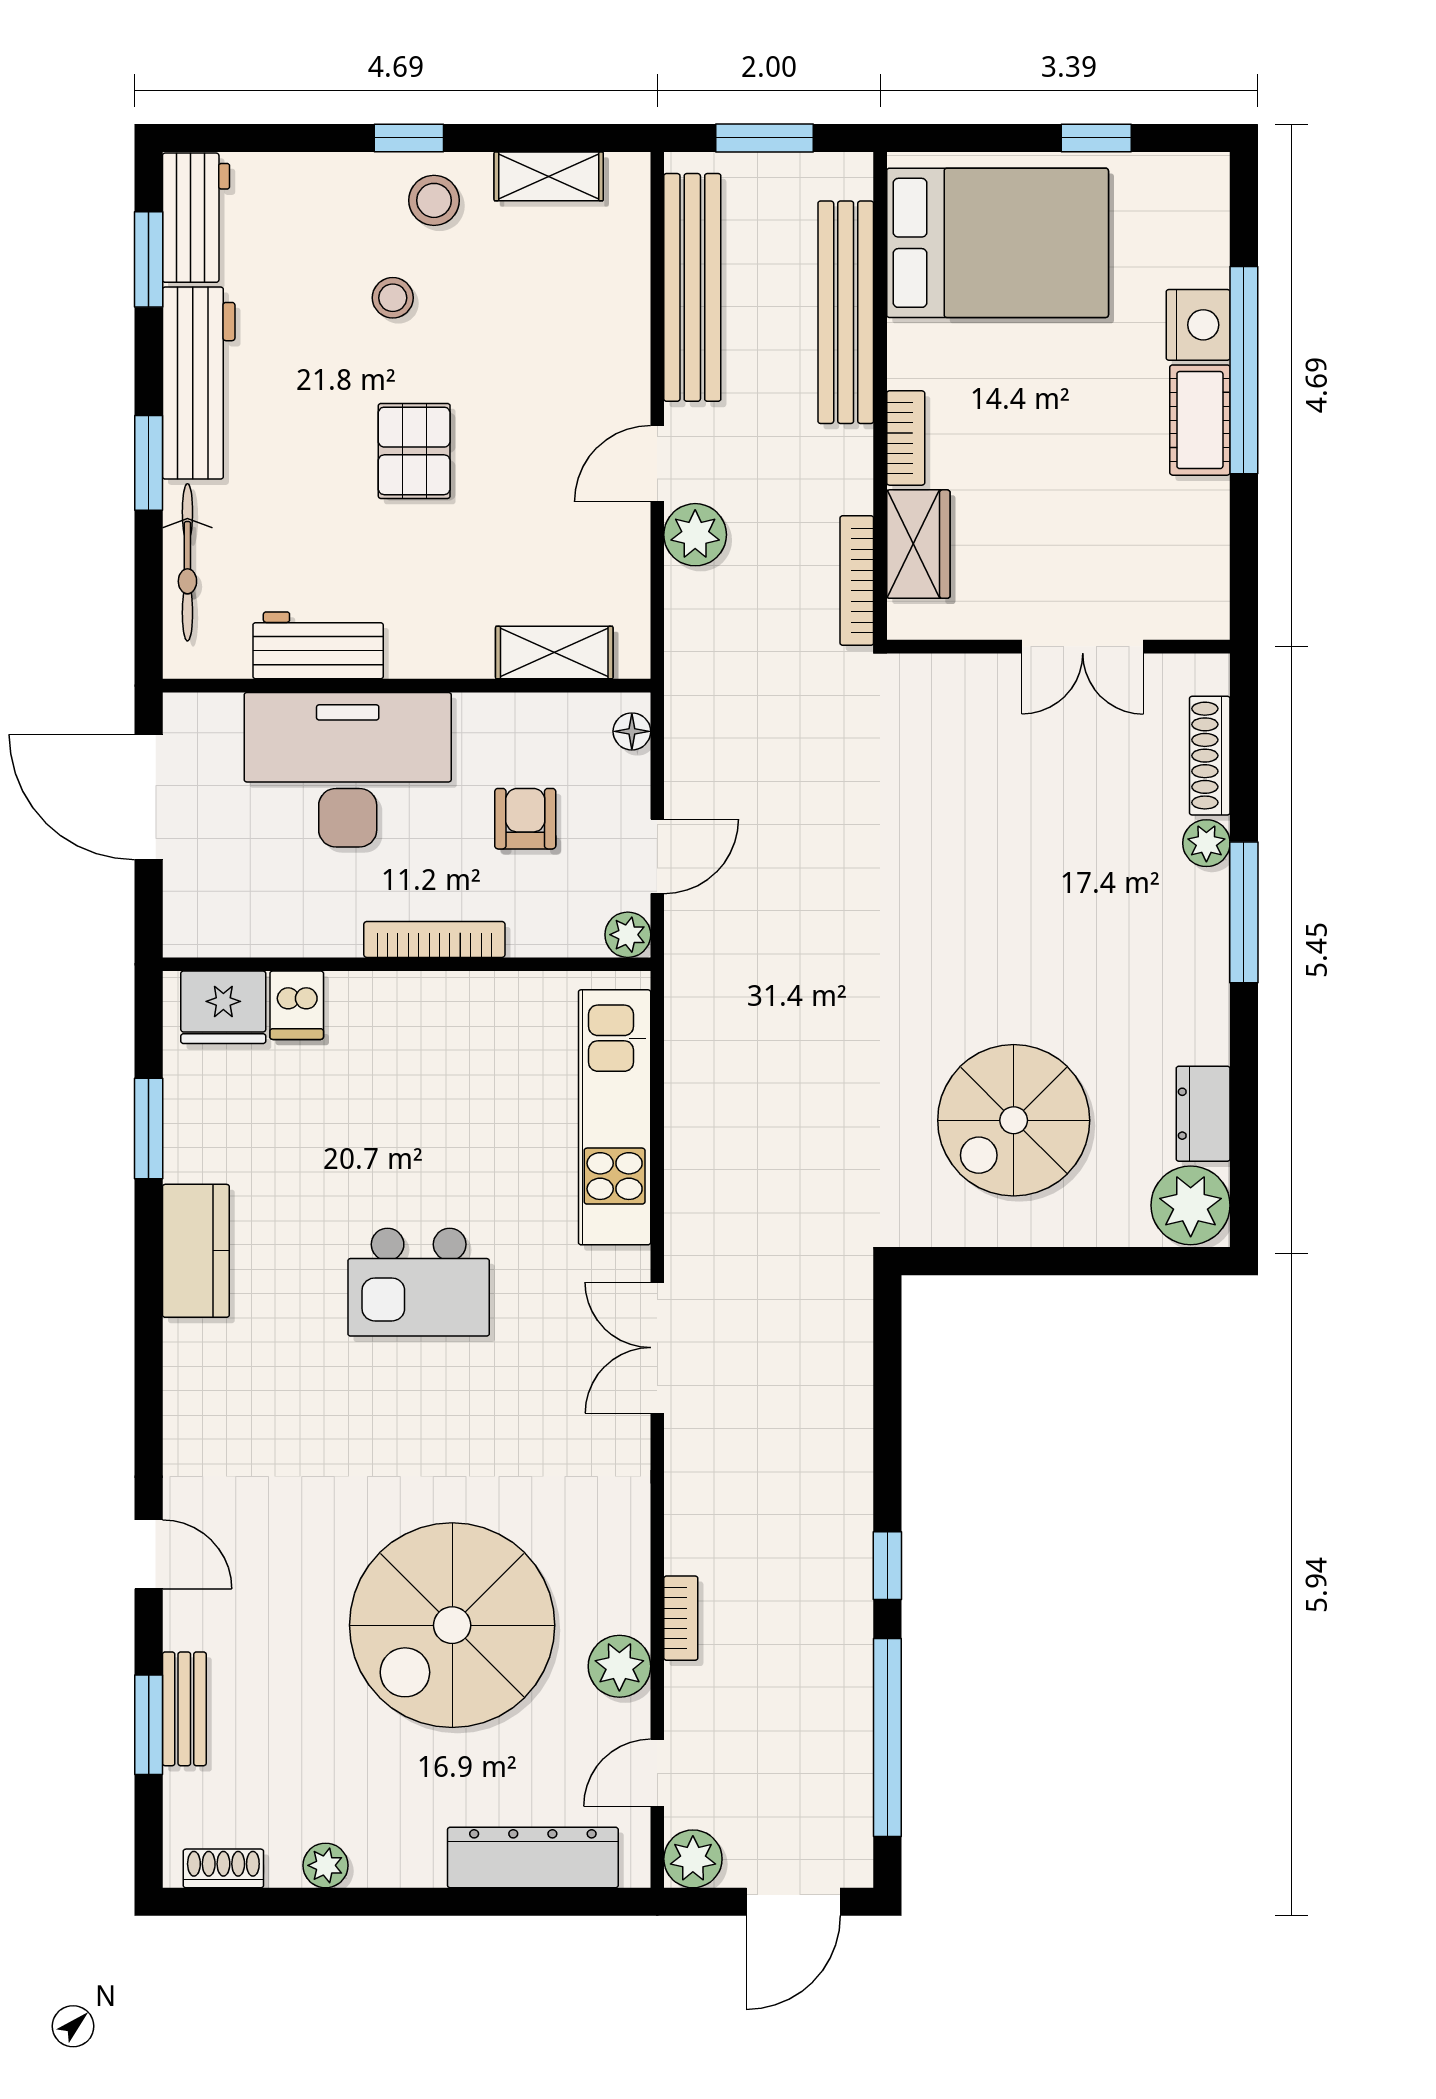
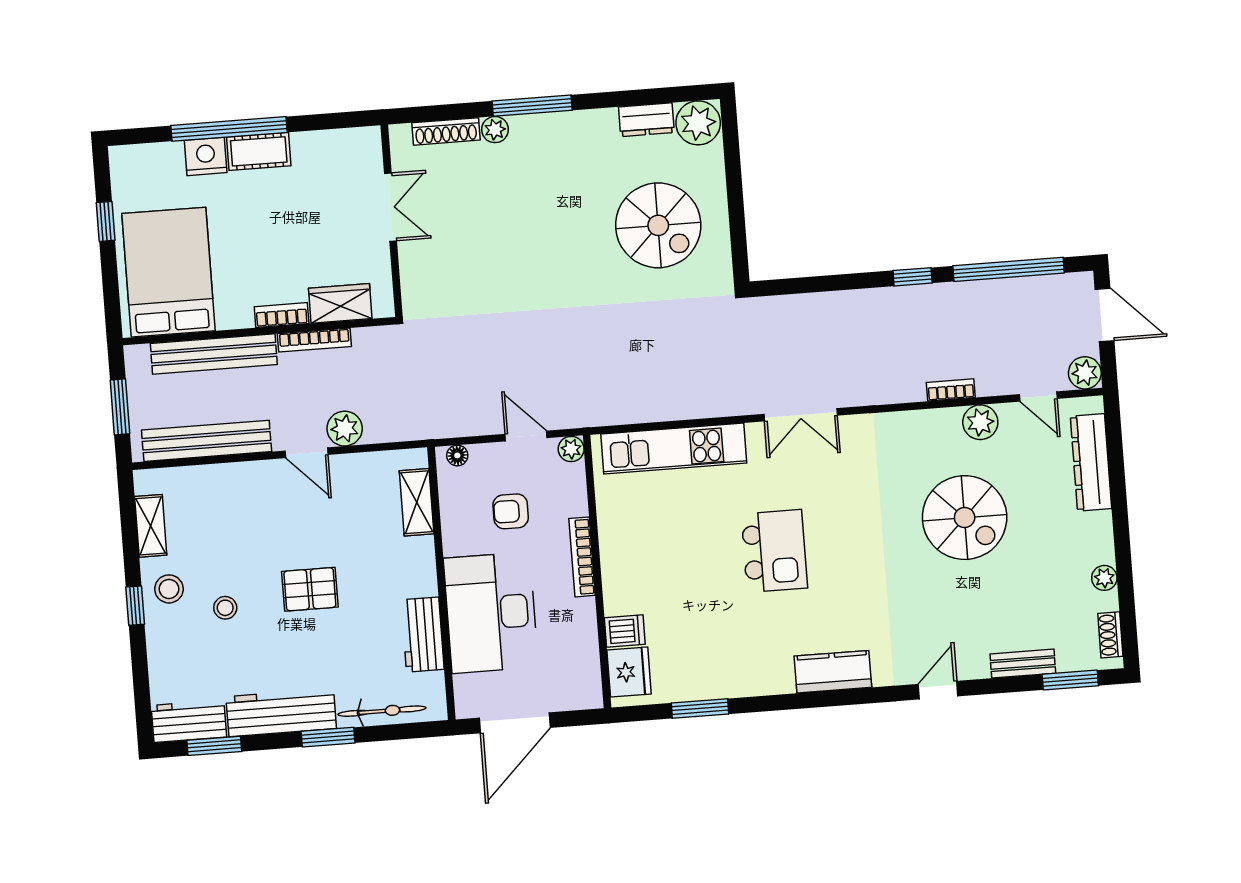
bookcase: (857, 580) -> (314, 340), moved
kitchen counter: (196, 1251) -> (833, 672), moved
spiral stairs: (452, 1625) -> (965, 518), width x0.73, depth x0.73
window: (149, 1725) -> (1070, 680), moved

